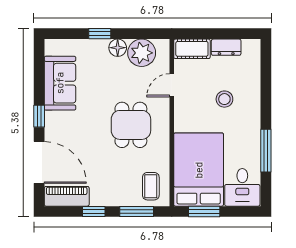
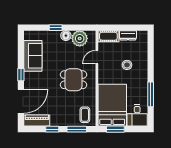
dining table: (131, 125) -> (74, 80), turned 90
door: (39, 162) -> (21, 101), hinge flipped

